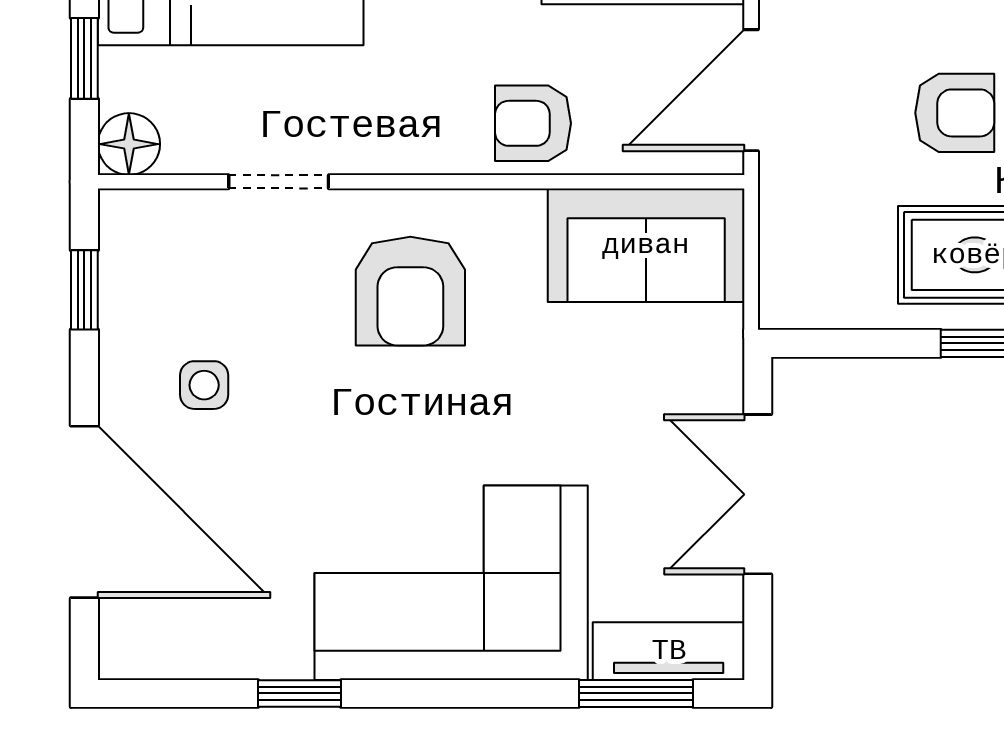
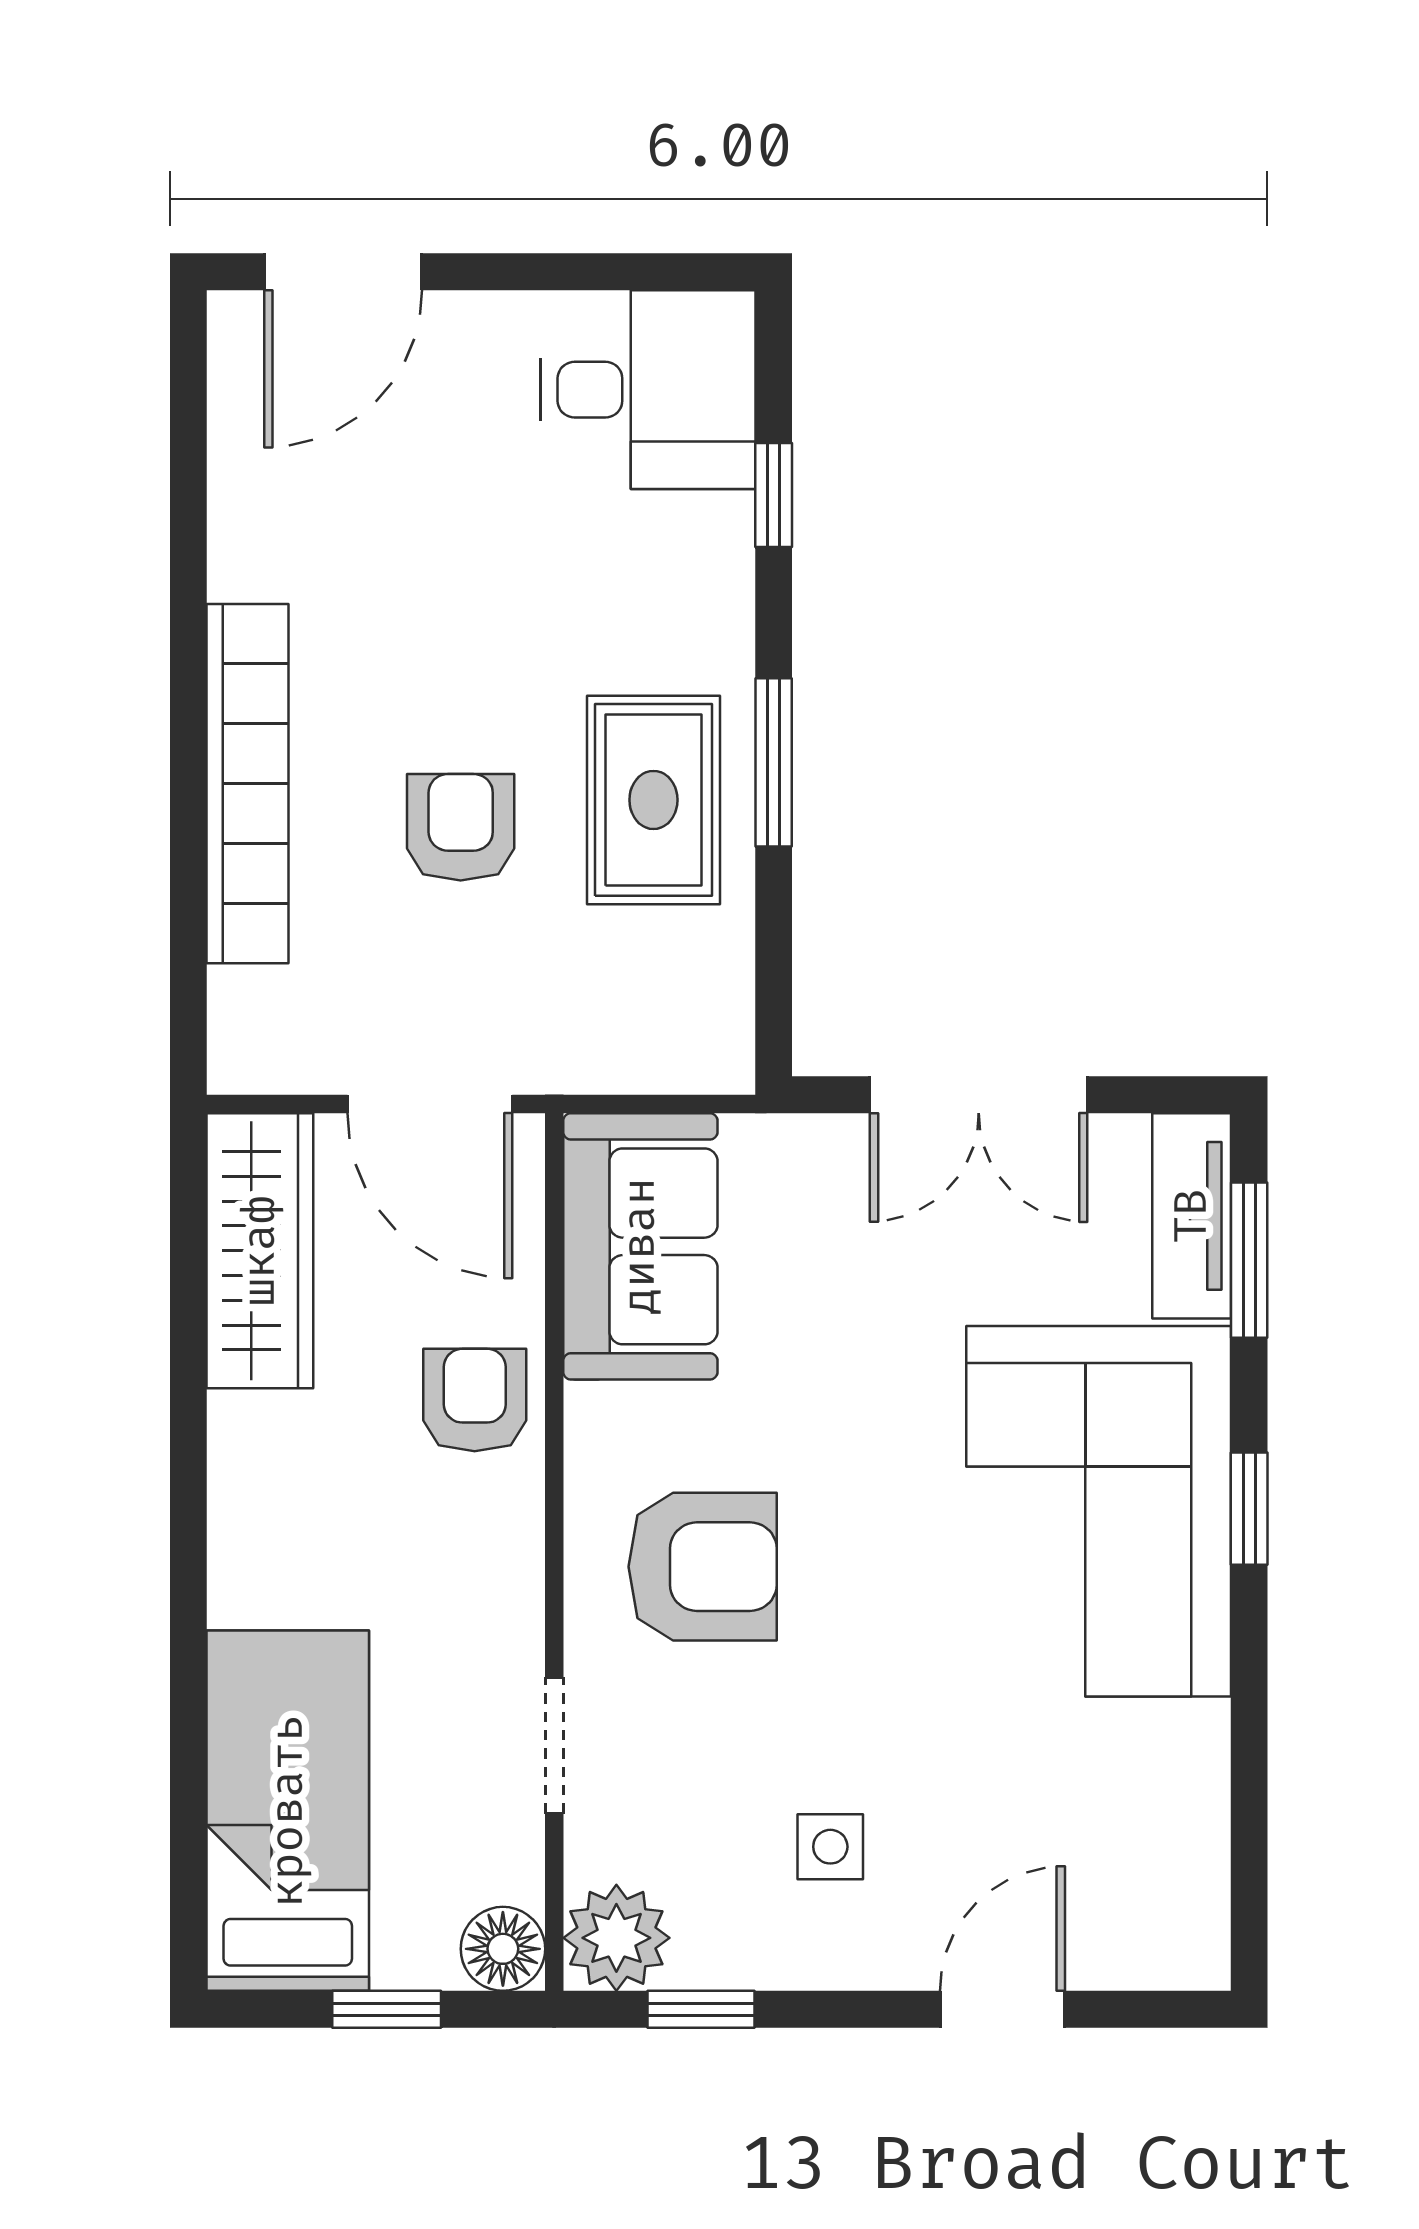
armchair: (533, 123) -> (475, 1400), turned 180
plant: (137, 228) -> (616, 1938), added
door: (84, 512) -> (1002, 2009), width x0.53
window: (299, 693) -> (1249, 1509), moved

